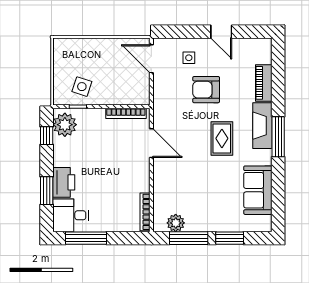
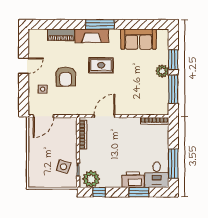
plant: (176, 223) -> (162, 71), moved

